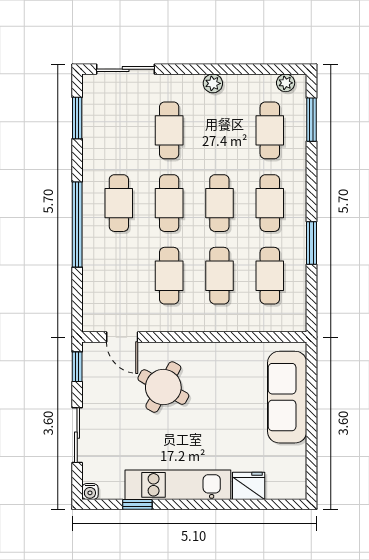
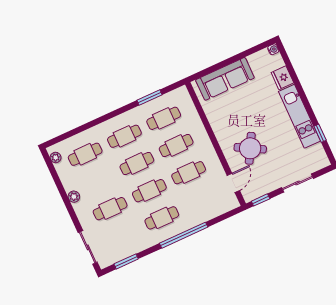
window: (311, 120) -> (69, 134), removed
window: (311, 243) -> (149, 98), moved
water cooler: (90, 492) -> (273, 49), moved

